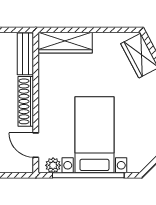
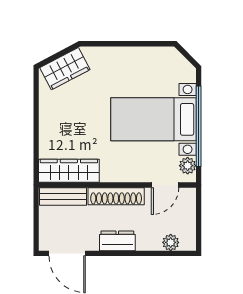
wardrobe: (65, 43) -> (69, 171), moved, turned -90

